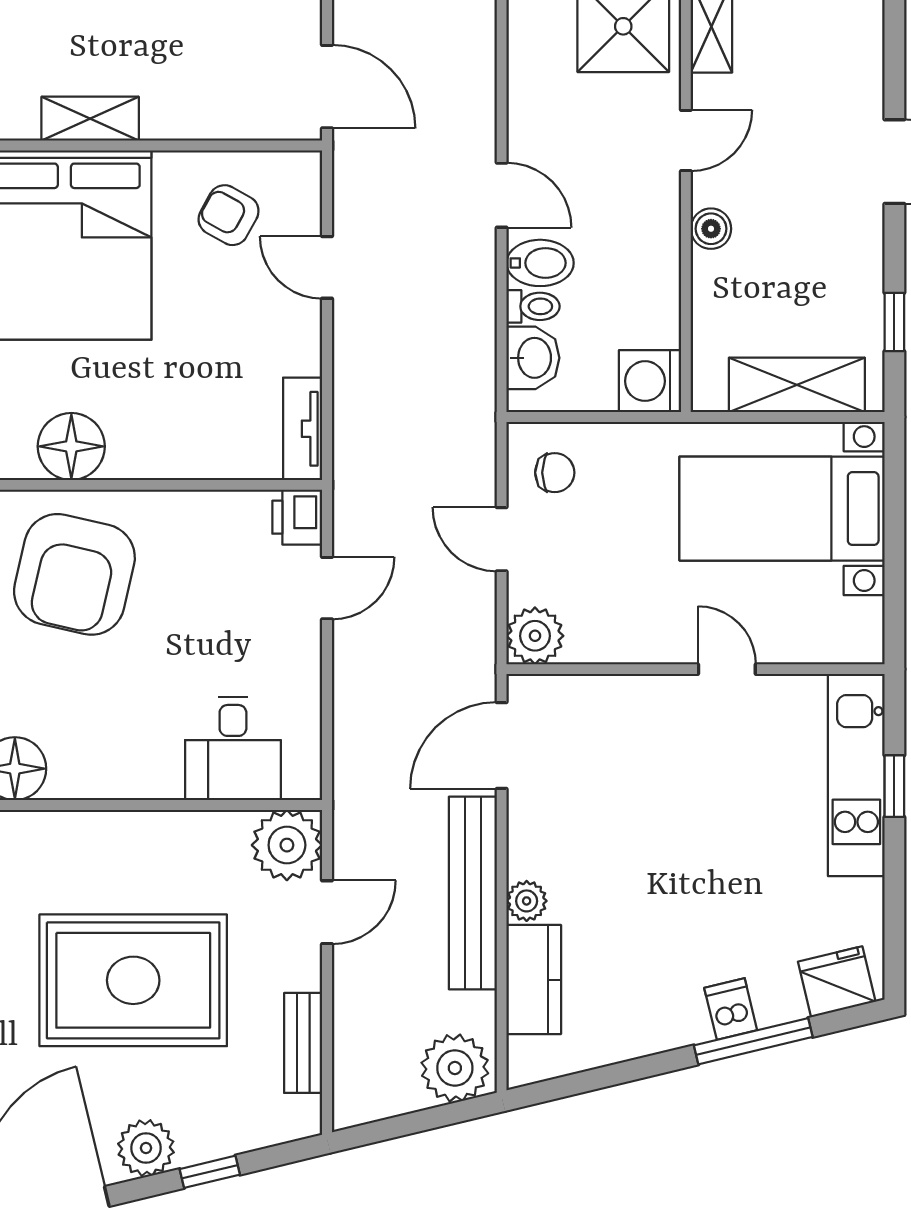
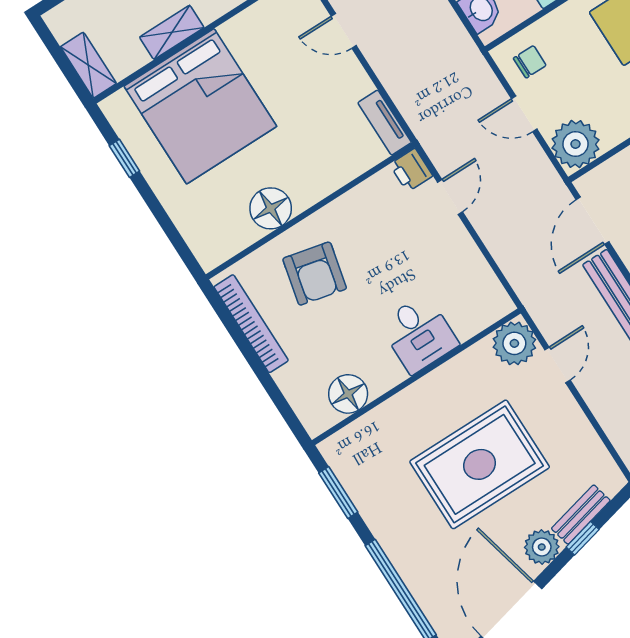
armchair: (229, 215) -> (275, 36), removed
armchair: (74, 574) -> (315, 274), width x0.73, depth x0.73
plant: (535, 636) -> (575, 144), width x1.36, depth x1.36
desk: (233, 748) -> (419, 334), moved
bench: (303, 1043) -> (581, 515), moved, turned 76

